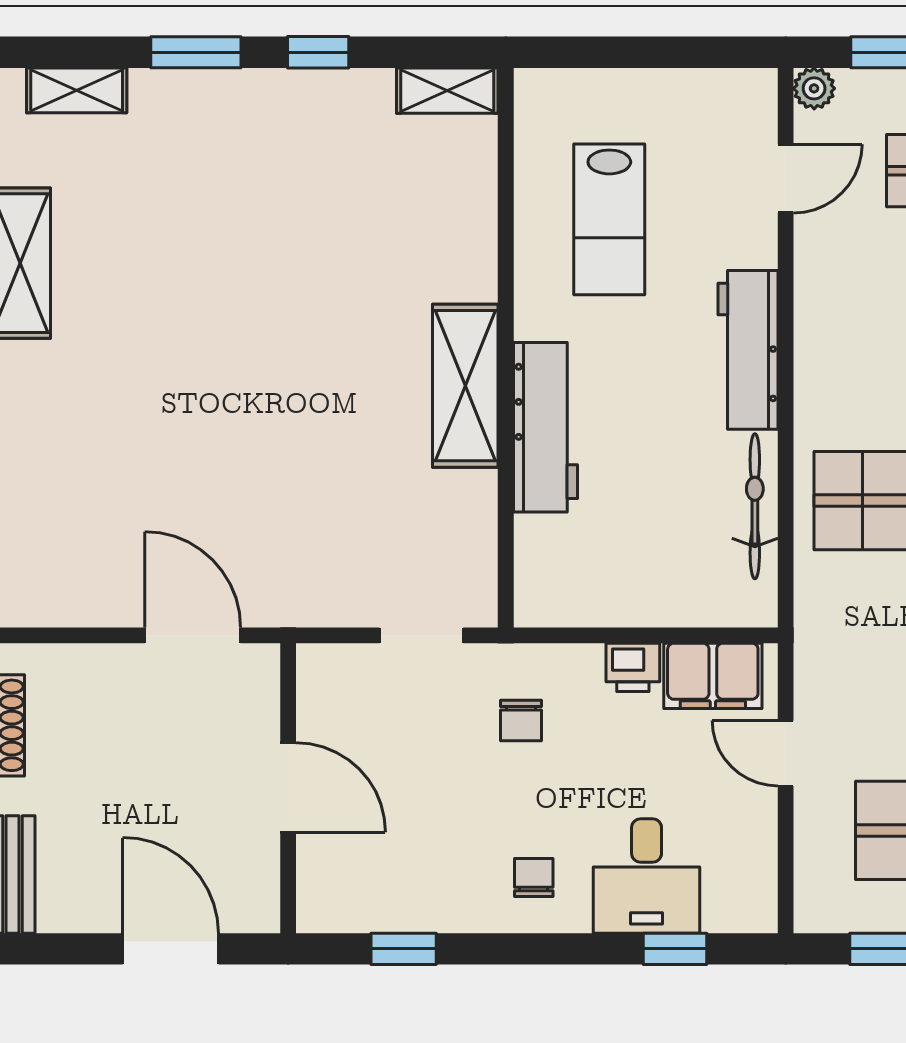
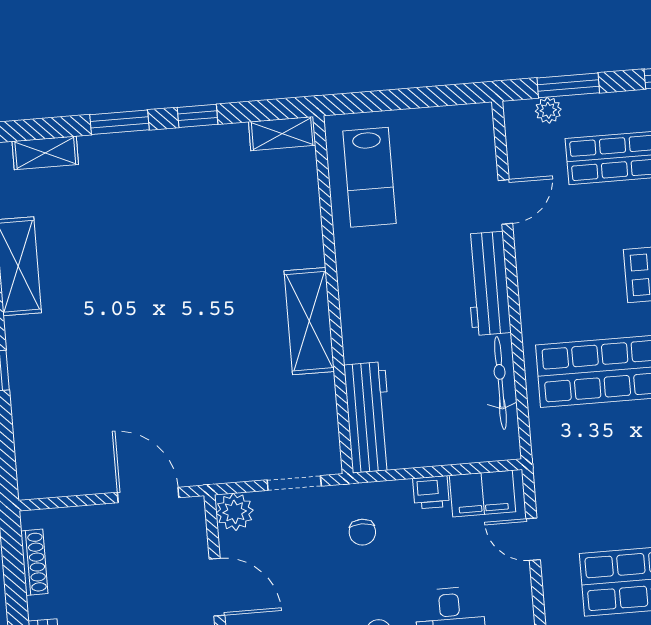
plant: (814, 88) -> (548, 110), moved
door: (786, 178) -> (505, 202), moved
lab bench: (609, 219) -> (369, 177), moved
workbench: (545, 427) -> (369, 417), moved
plant: (325, 672) -> (235, 512), added

